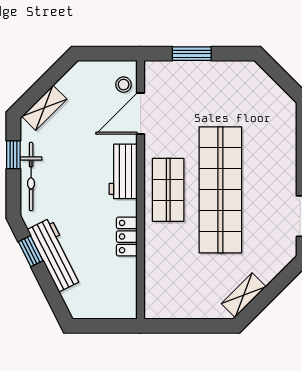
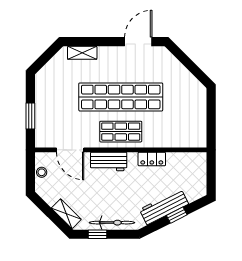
stool: (124, 85) -> (42, 172), moved
window: (31, 251) -> (177, 215), moved
shelving: (244, 295) -> (82, 53), moved, turned -45

